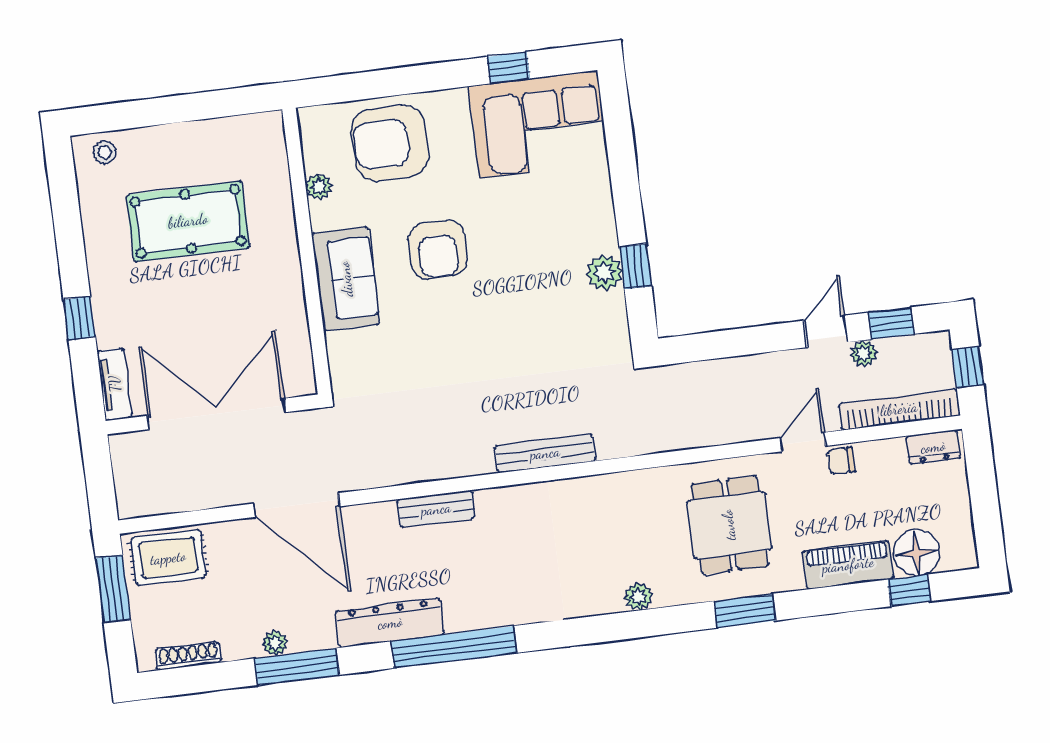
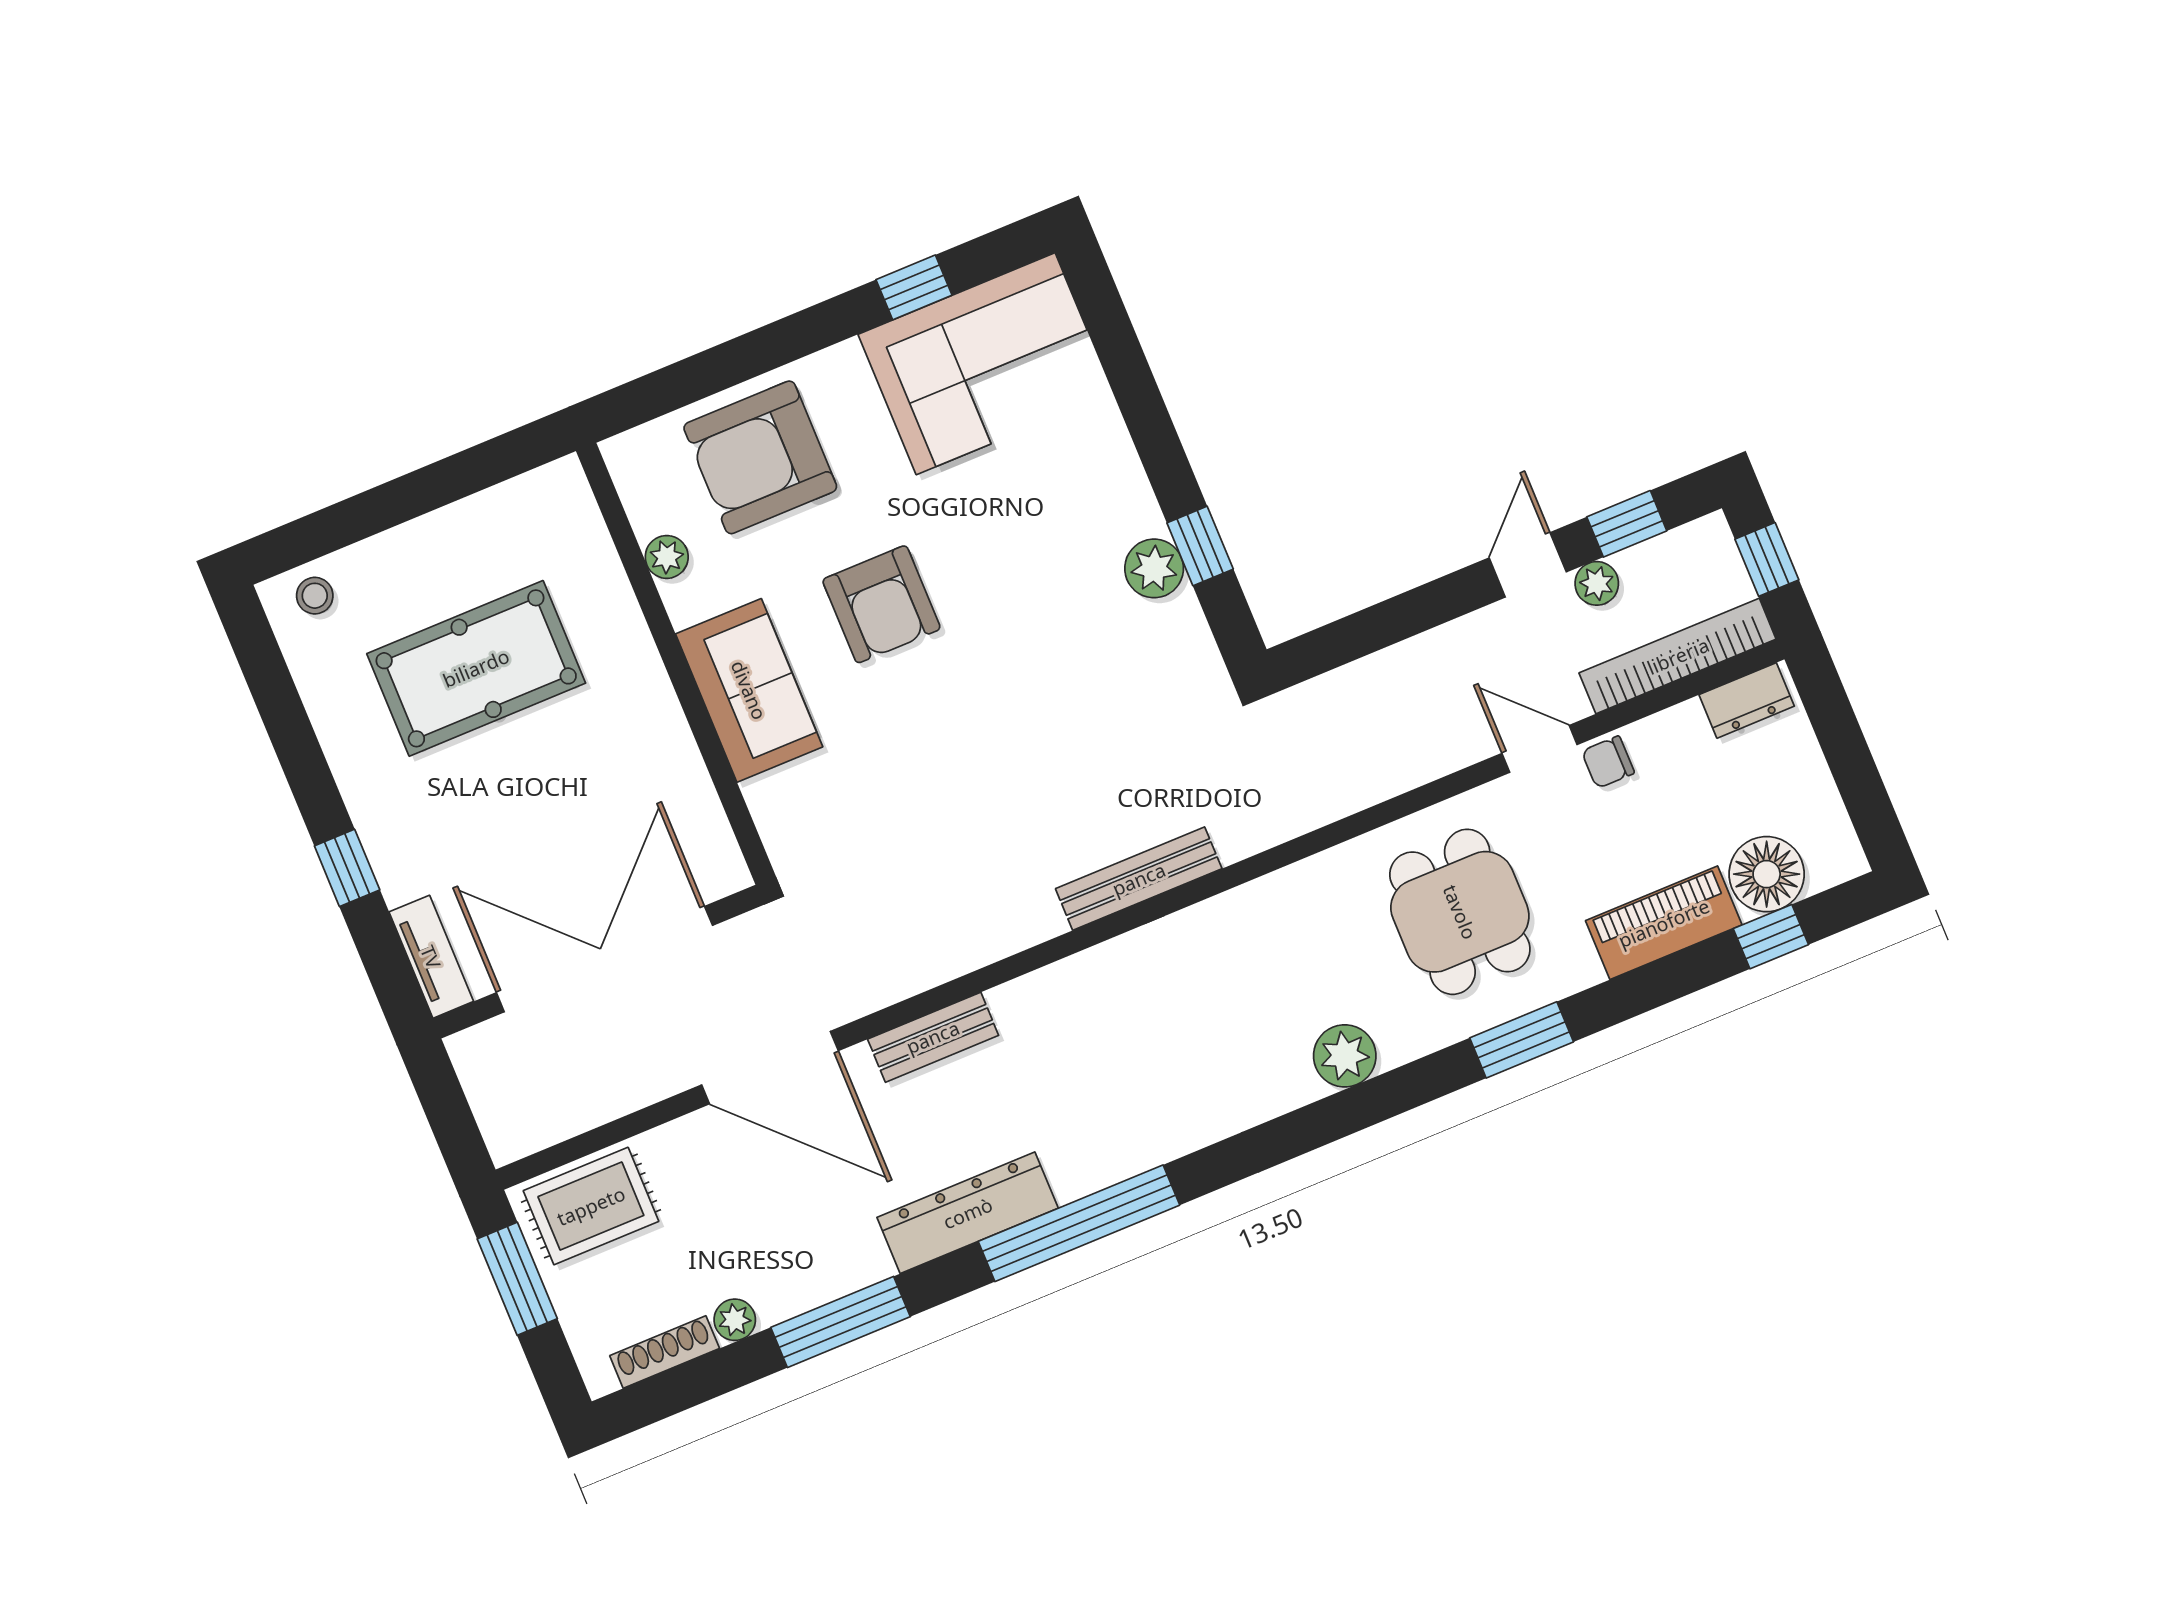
door: (803, 442) -> (1540, 749), hinge flipped
bench: (436, 509) -> (933, 1037), moved
plant: (639, 597) -> (1345, 1056), width x1.38, depth x1.38
plant: (275, 643) -> (735, 1320), moved

